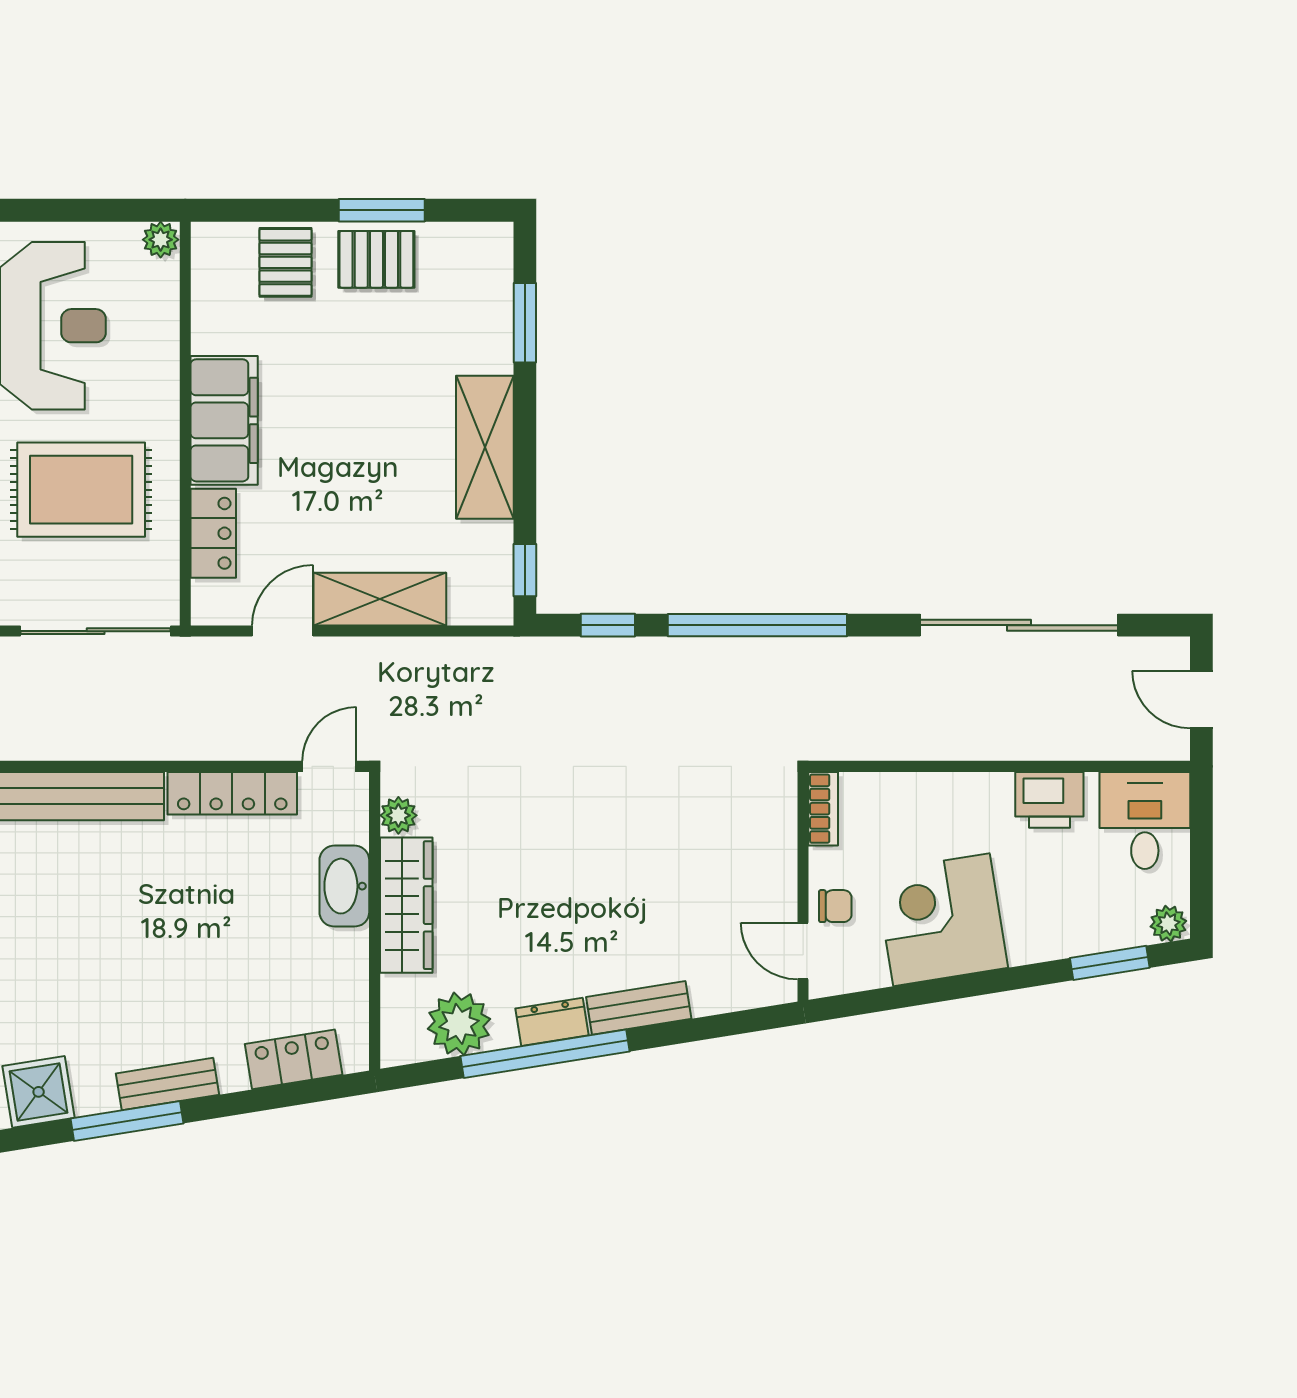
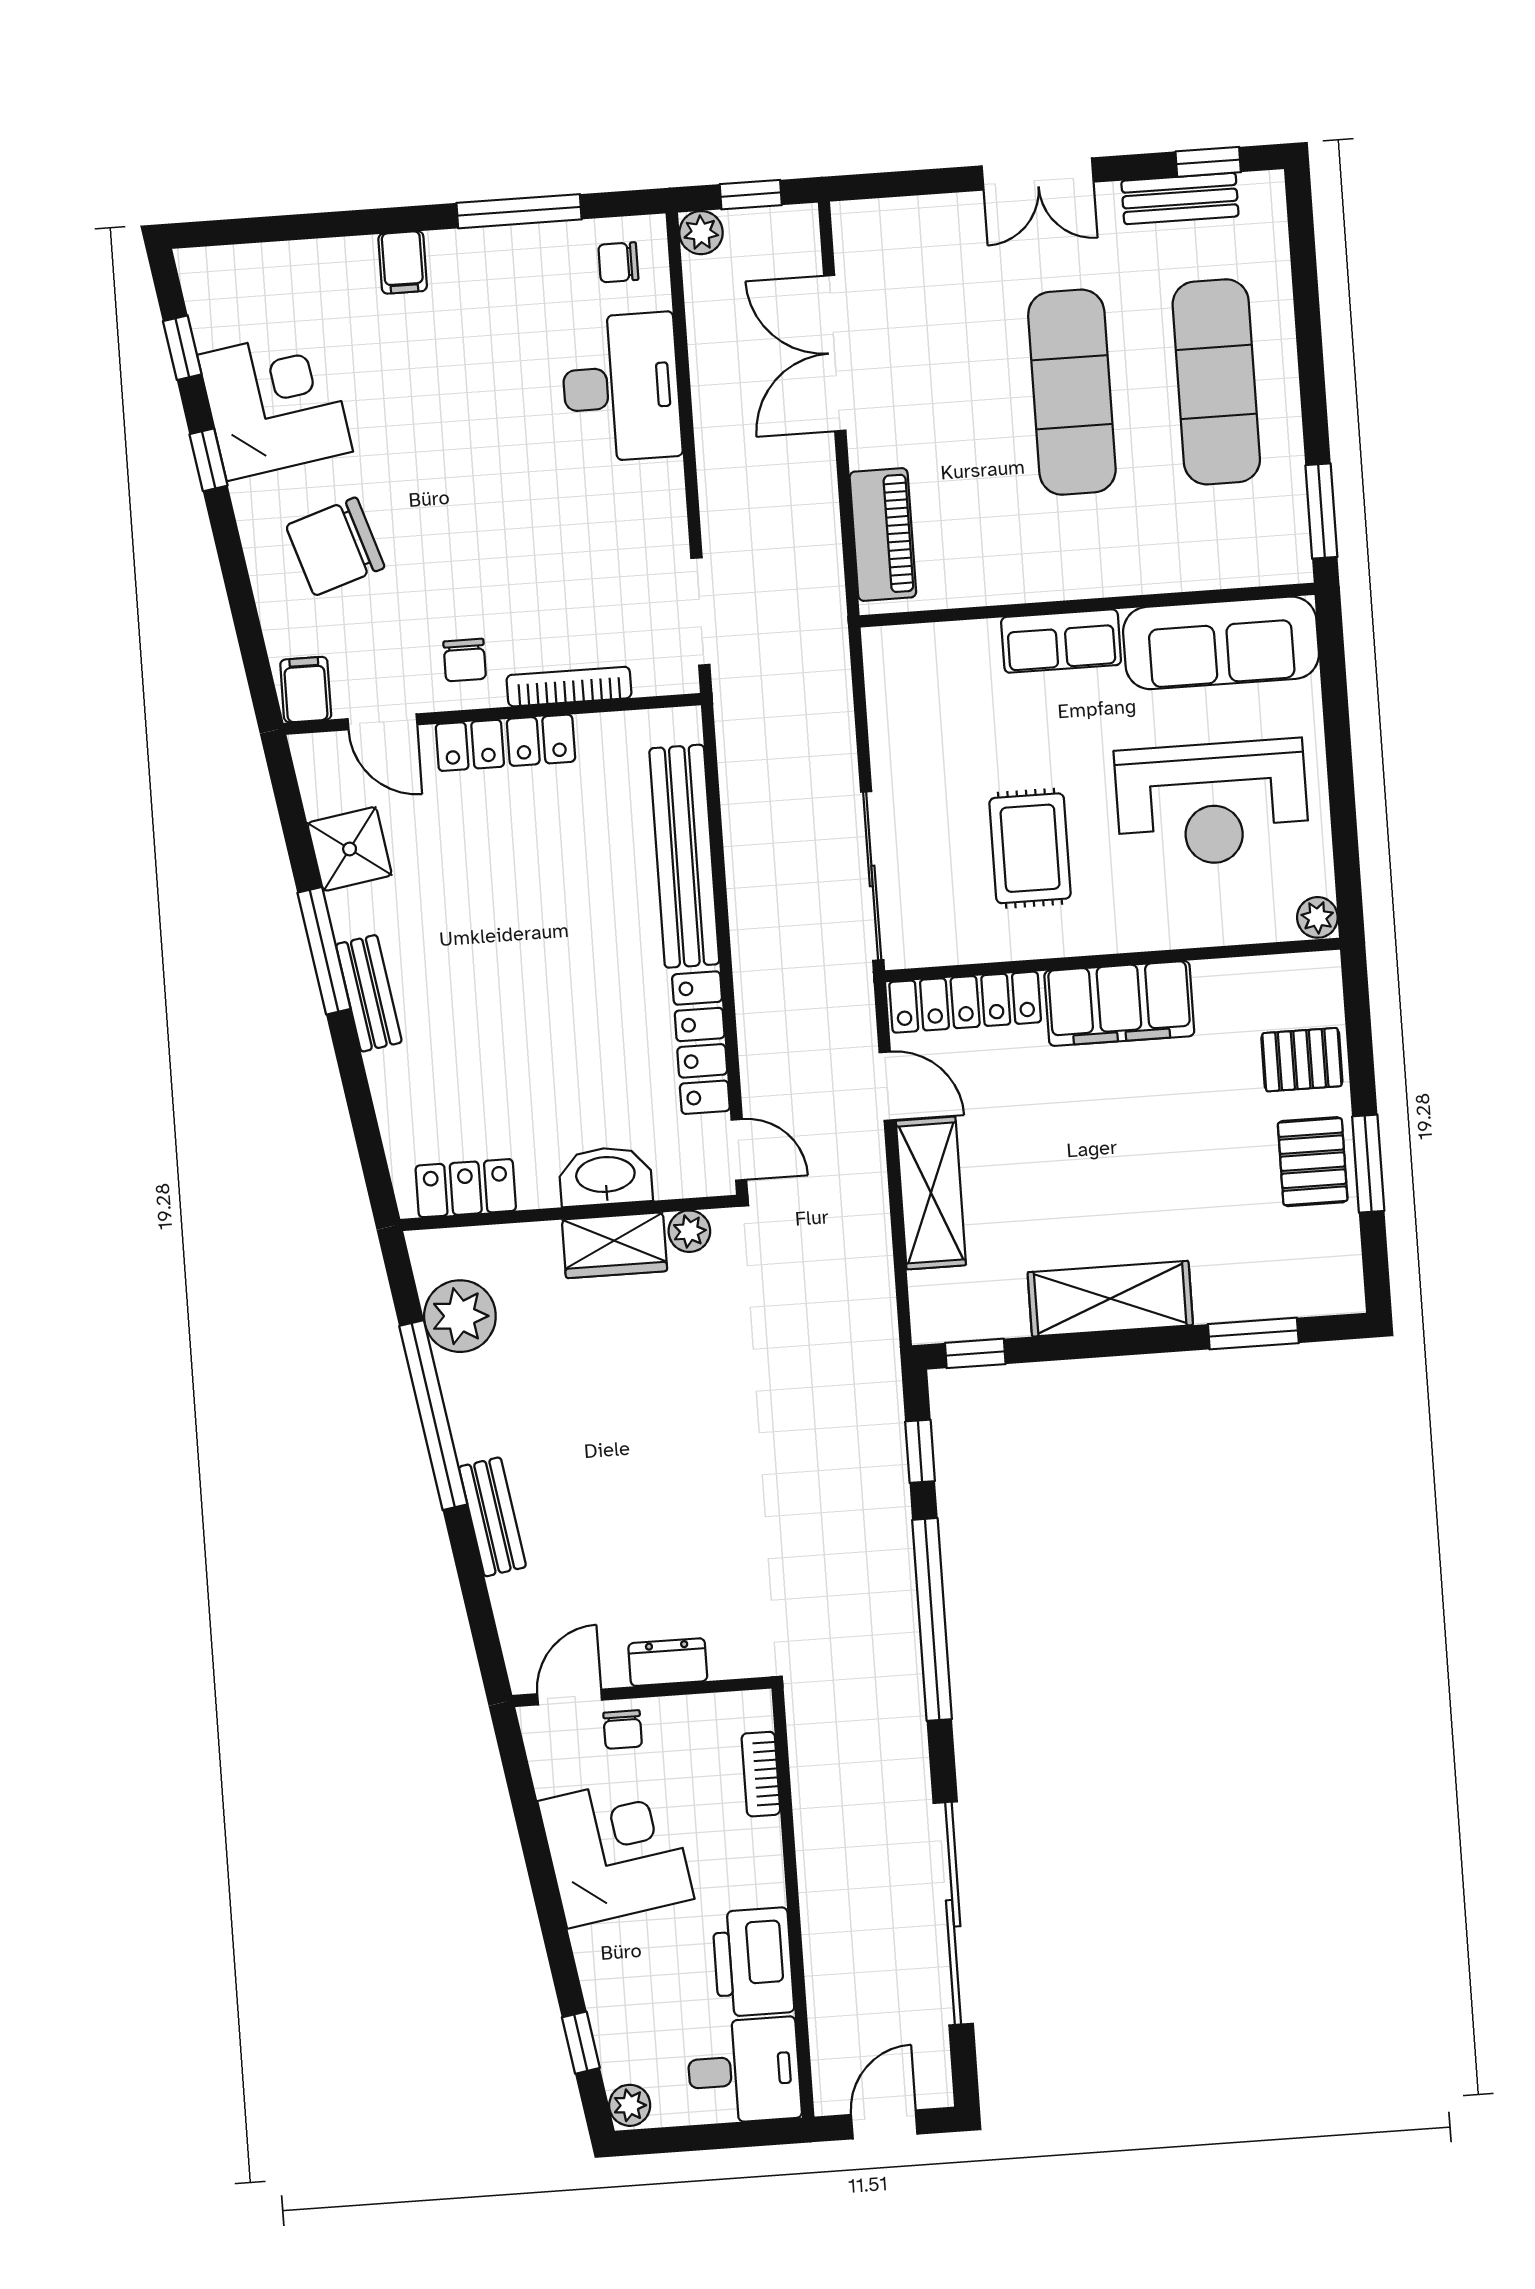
rug: (81, 490) -> (1030, 848), width x0.73, depth x0.70
locker: (213, 533) -> (965, 1002), width x1.53
printer: (1049, 800) -> (753, 1962), width x1.37, depth x1.19
bookcase: (823, 809) -> (761, 1774), moved, turned 90
wardrobe: (406, 905) -> (614, 1245), width x0.67
window: (1110, 963) -> (581, 2043), width x0.67
dresser: (552, 1022) -> (668, 1662), moved, turned -81
locker: (294, 1059) -> (466, 1188), moved, turned -81

